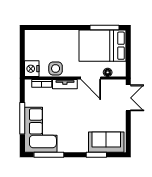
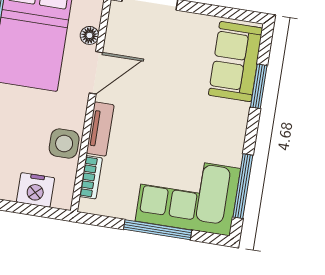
nightstand: (32, 69) -> (36, 190), moved

